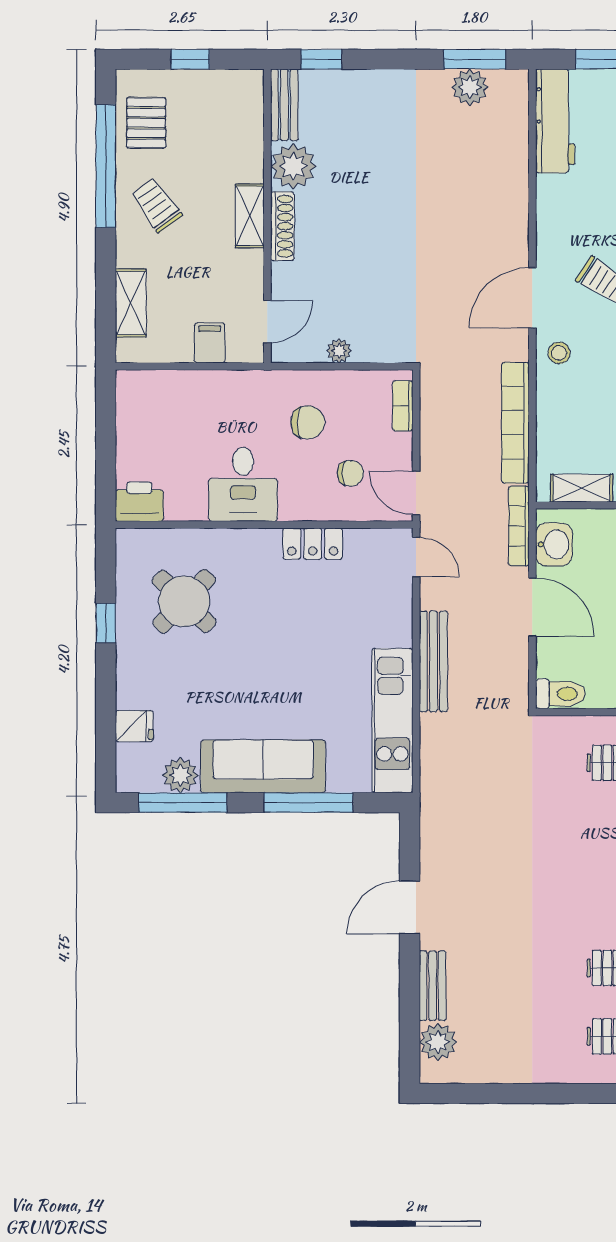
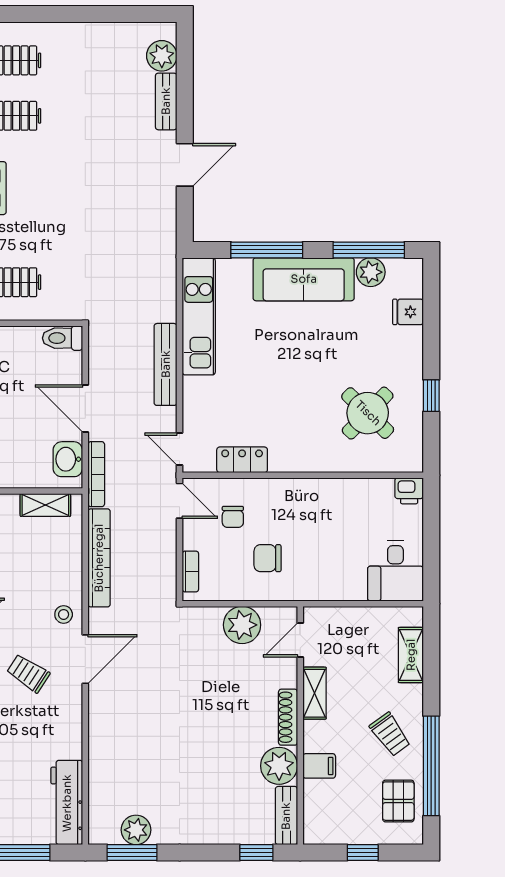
shelving: (250, 216) -> (314, 693), moved
filing cabinet: (210, 343) -> (319, 766), moved, turned -90
plant: (339, 351) -> (242, 625), width x1.88, depth x1.88
chair: (350, 473) -> (233, 517), turned -90
desk: (243, 484) -> (395, 571), moved, turned 180
printer: (139, 502) -> (409, 491), width x0.73, depth x0.81
locker: (313, 544) -> (242, 460), moved

